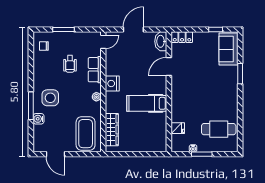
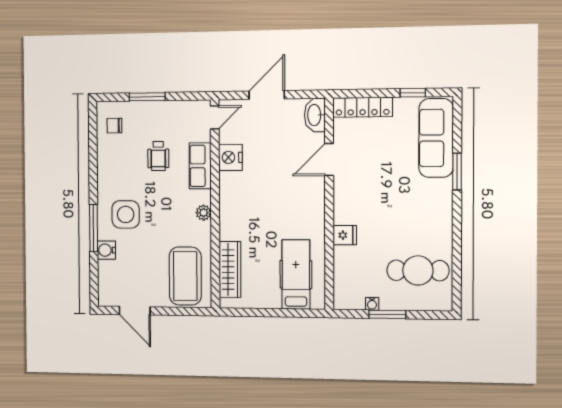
locker: (182, 37) -> (363, 107), width x1.53
sofa: (229, 49) -> (436, 138), width x1.36
nightstand: (112, 84) -> (230, 157), moved
hospital bed: (147, 103) -> (296, 274), moved, turned 90
fridge: (178, 128) -> (345, 235), moved

